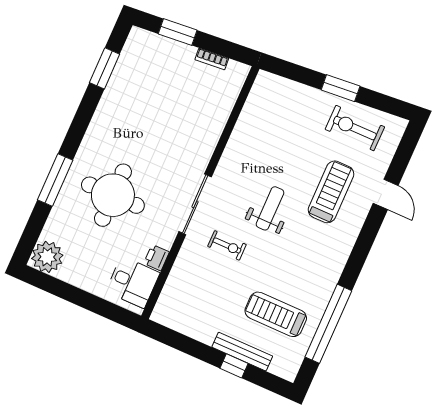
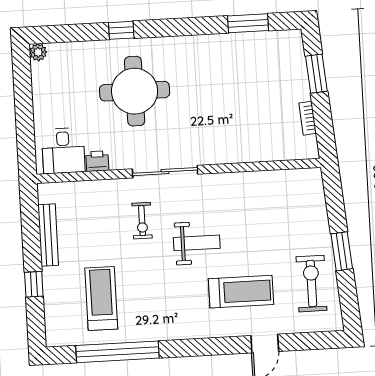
window: (55, 180) -> (121, 30), width x0.46
plant: (47, 257) -> (38, 52), width x0.53, depth x0.53
bench: (242, 352) -> (48, 235), moved

